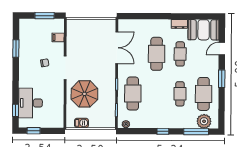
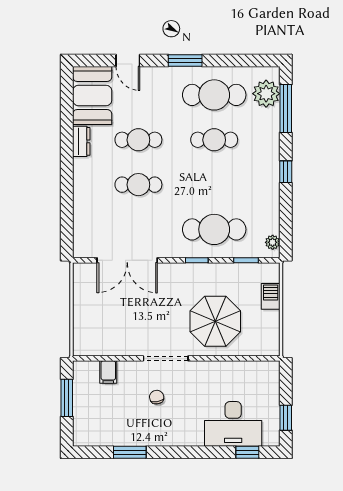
double door: (117, 48) -> (127, 260), swing flipped
cafe table: (157, 54) -> (138, 185), width x0.73, depth x0.74
barbecue: (81, 123) -> (271, 296), moved

